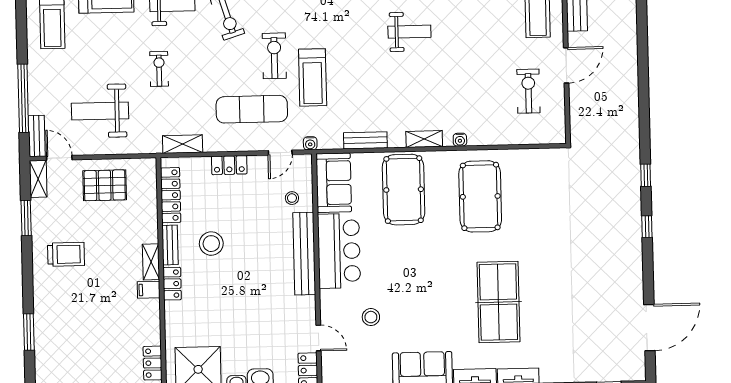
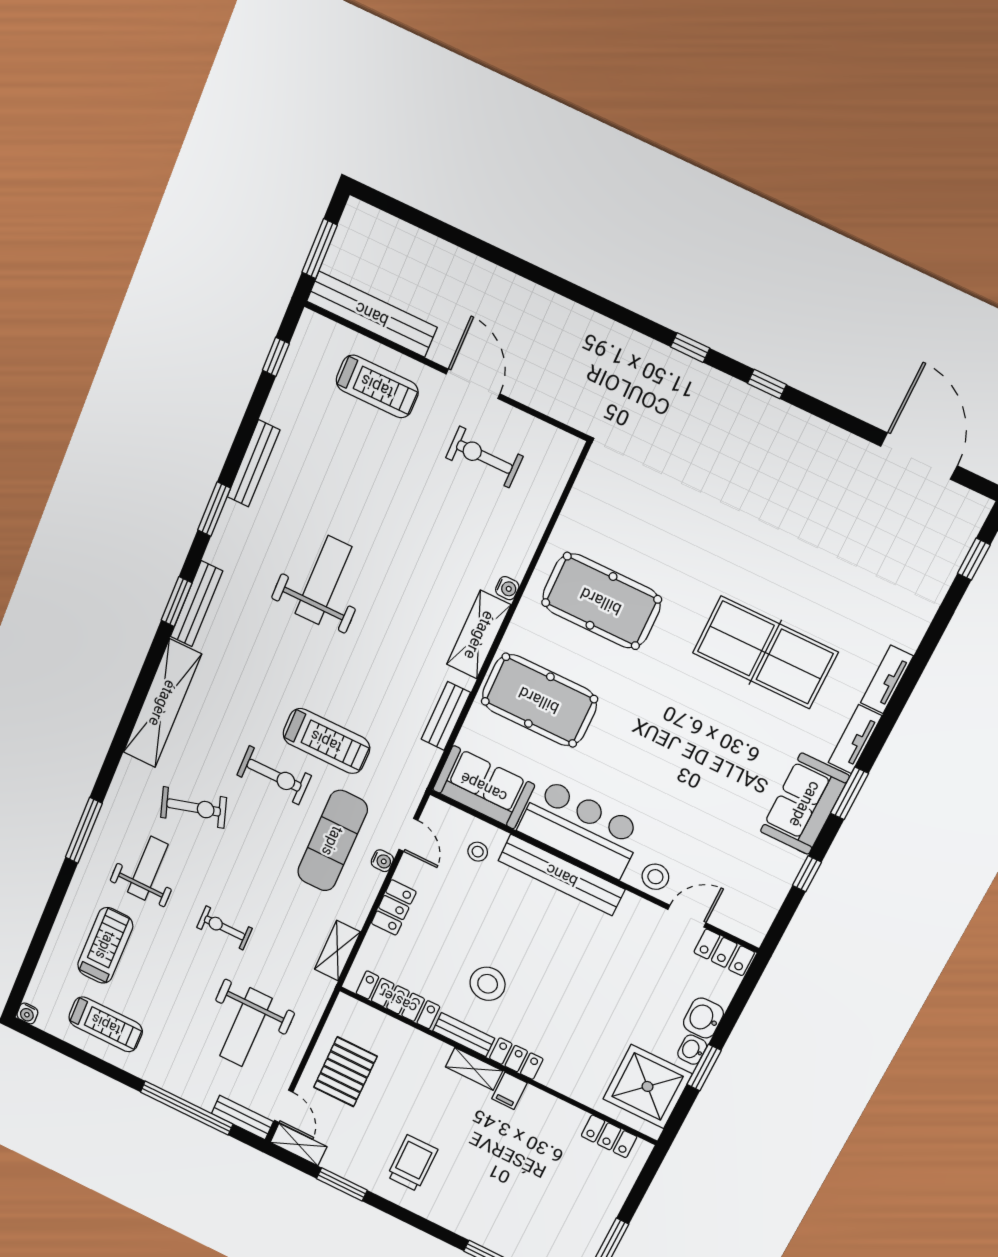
weight bench: (409, 32) -> (323, 580), width x1.36, depth x1.33
exercise bike: (274, 56) -> (274, 775), turned 180
shelving: (424, 139) -> (479, 635), width x1.50, depth x1.33
water cooler: (310, 143) -> (382, 861), moved
door: (59, 158) -> (284, 1106), swing flipped
stool: (371, 317) -> (655, 877), moved

